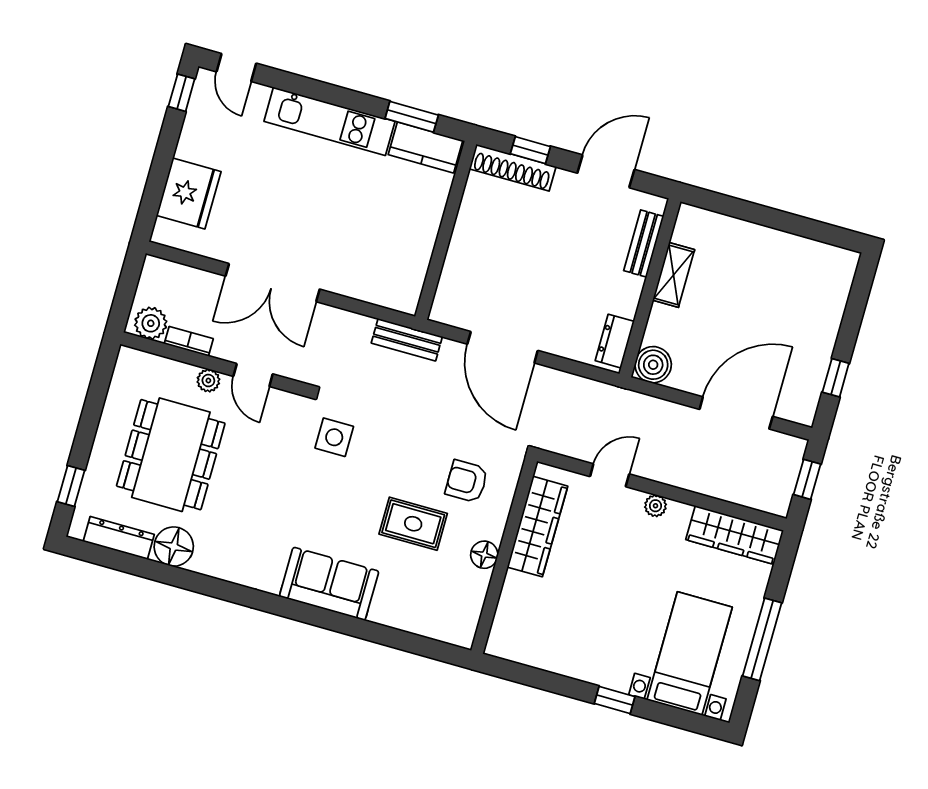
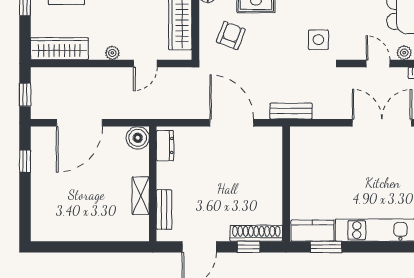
armchair: (467, 481) -> (231, 36), turned -69

